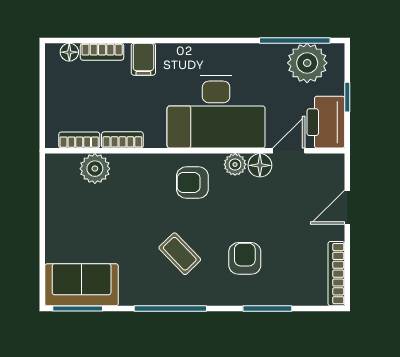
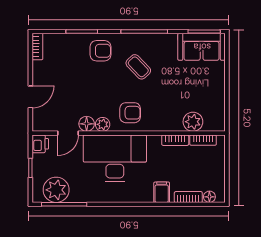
printer: (326, 122) -> (40, 144), width x0.53, depth x0.68
armchair: (245, 258) -> (100, 51), moved, turned -90
bookcase: (336, 274) -> (37, 47), width x0.64

